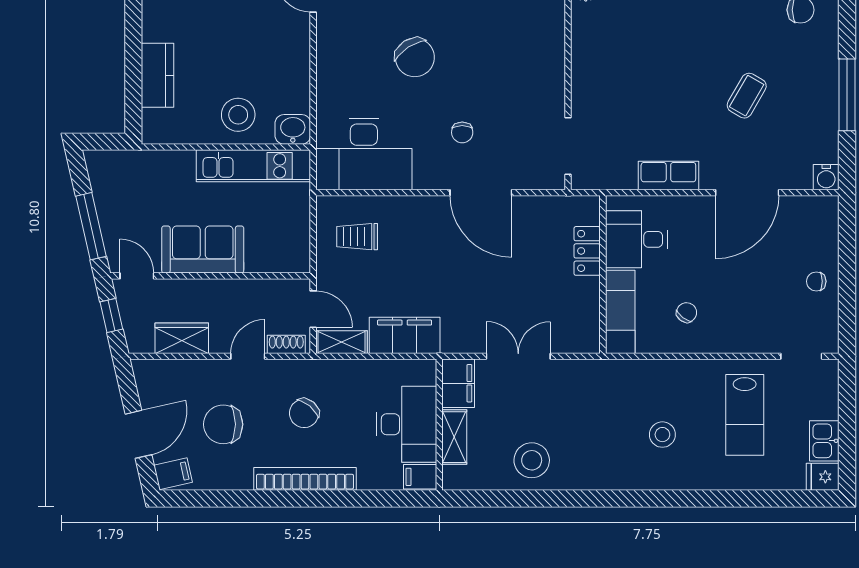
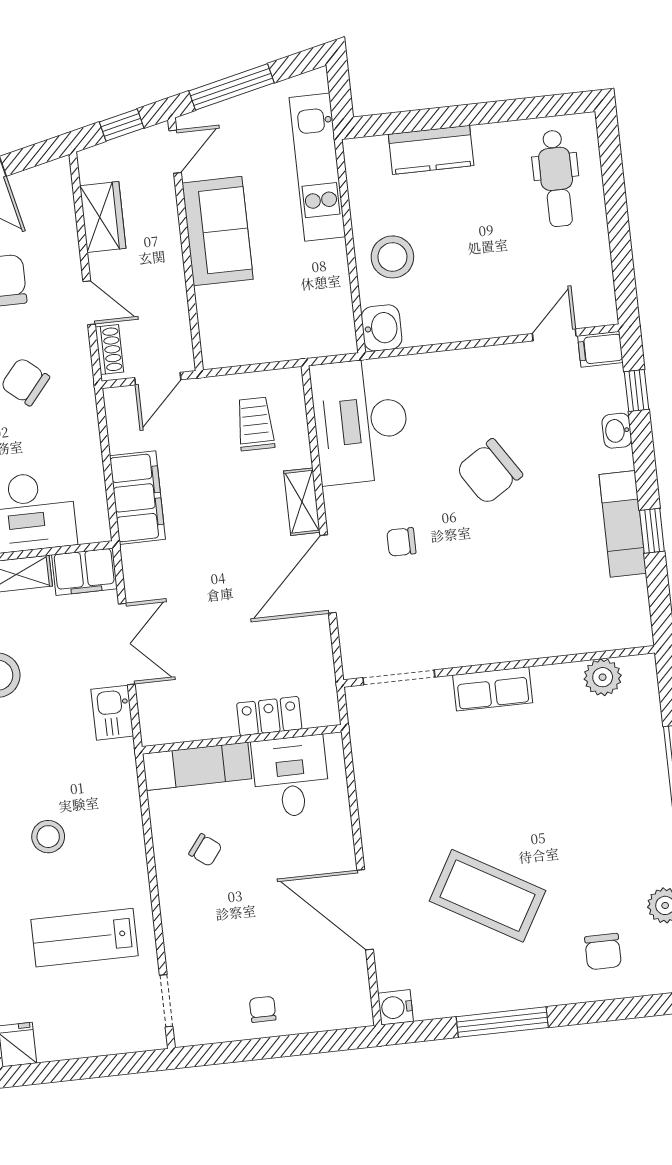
coffee table: (747, 96) -> (487, 896), width x1.86, depth x1.72
kitchen unit: (253, 166) -> (317, 167), moved
row of seats: (668, 176) -> (493, 689), moved, turned 90
shelving: (342, 342) -> (302, 502), moved
kitchen sink: (824, 441) -> (112, 713), moved, turned -90

